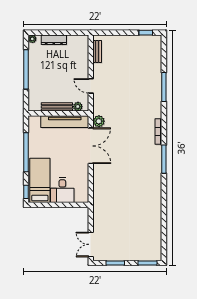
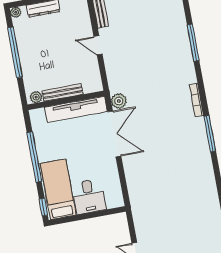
door: (91, 86) -> (98, 45), moved
plant: (78, 107) -> (36, 97), moved

